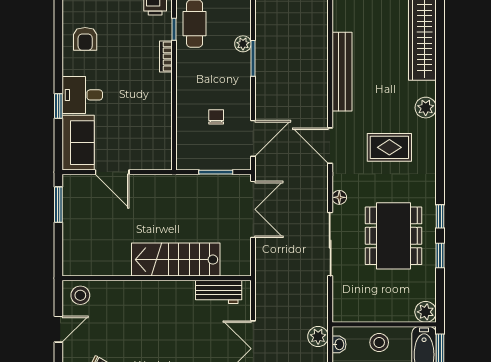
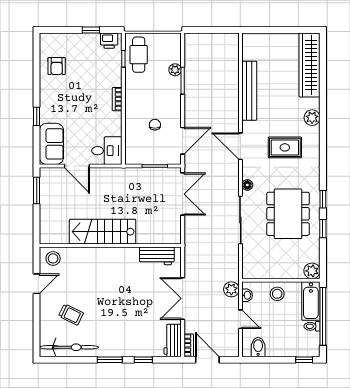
bookcase: (166, 56) -> (117, 99), moved
desk: (82, 95) -> (107, 151), moved, turned 180
stairs: (176, 260) -> (103, 232), moved

